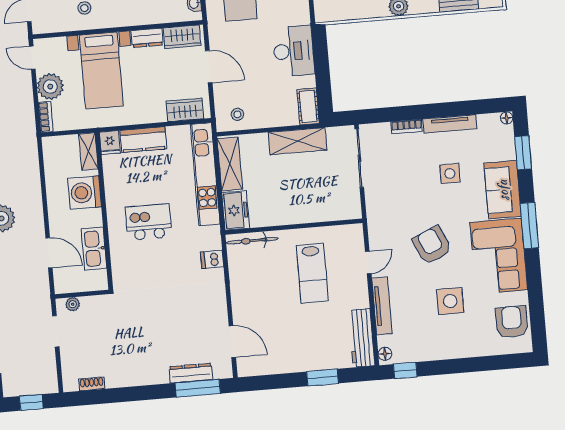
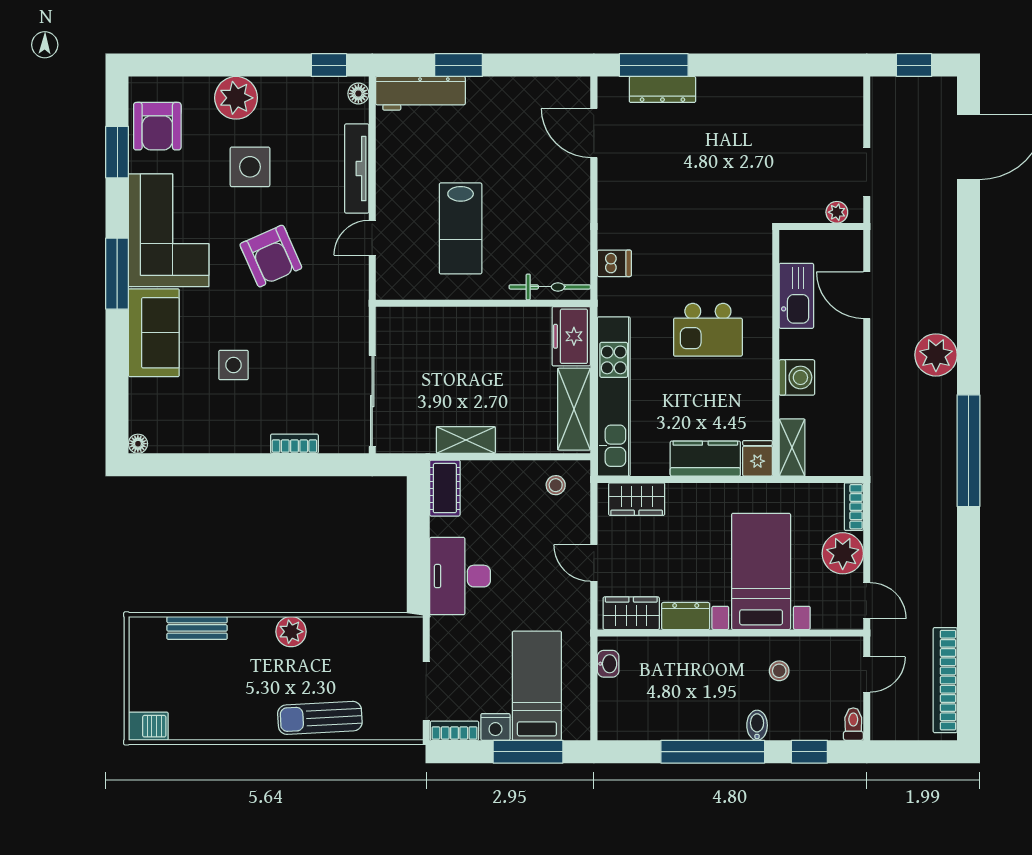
door: (209, 67) -> (594, 563), width x0.73
tv unit: (450, 124) -> (227, 442), removed
shelving: (298, 141) -> (466, 440), width x0.67, depth x0.75
window: (523, 153) -> (117, 152), moved
washing machine: (85, 193) -> (797, 377), width x0.73, depth x0.73
lab bench: (312, 273) -> (461, 228), turned 180
workbench: (362, 338) -> (420, 93), moved, turned 90
plant: (463, 344) -> (236, 98), added
shoe rack: (92, 384) -> (818, 86), removed

